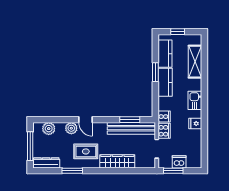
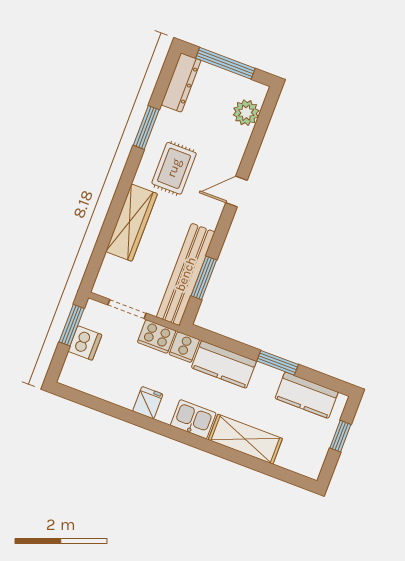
shelving: (195, 62) -> (245, 439), moved
kitchen counter: (165, 82) -> (224, 364), moved
plant: (71, 128) -> (230, 157), removed

